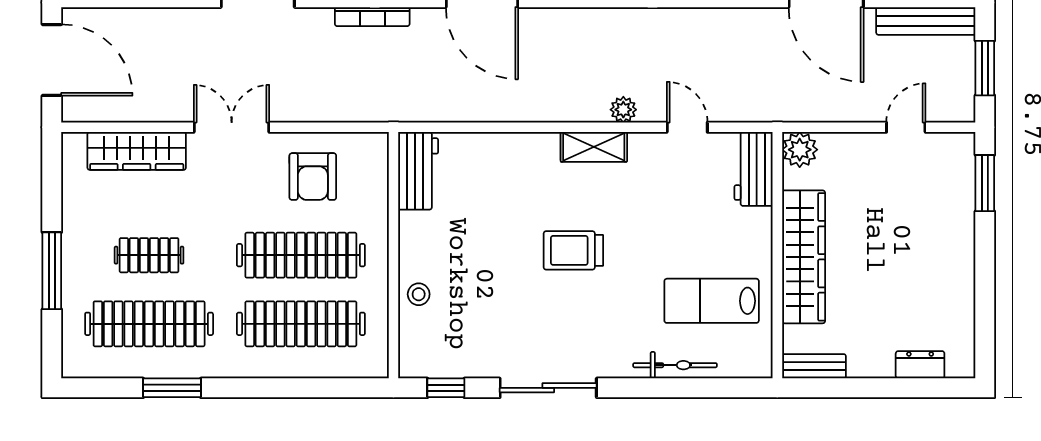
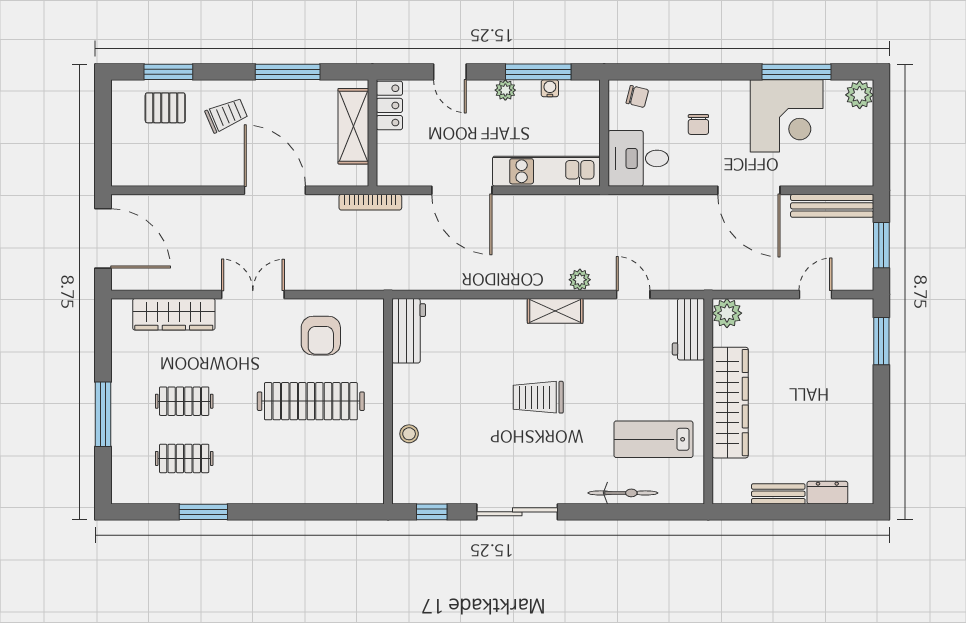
clothes rail: (149, 324) -> (184, 458), width x0.54, depth x0.76
clothes rail: (301, 324) -> (311, 458), removed
bench: (814, 366) -> (778, 494), moved

